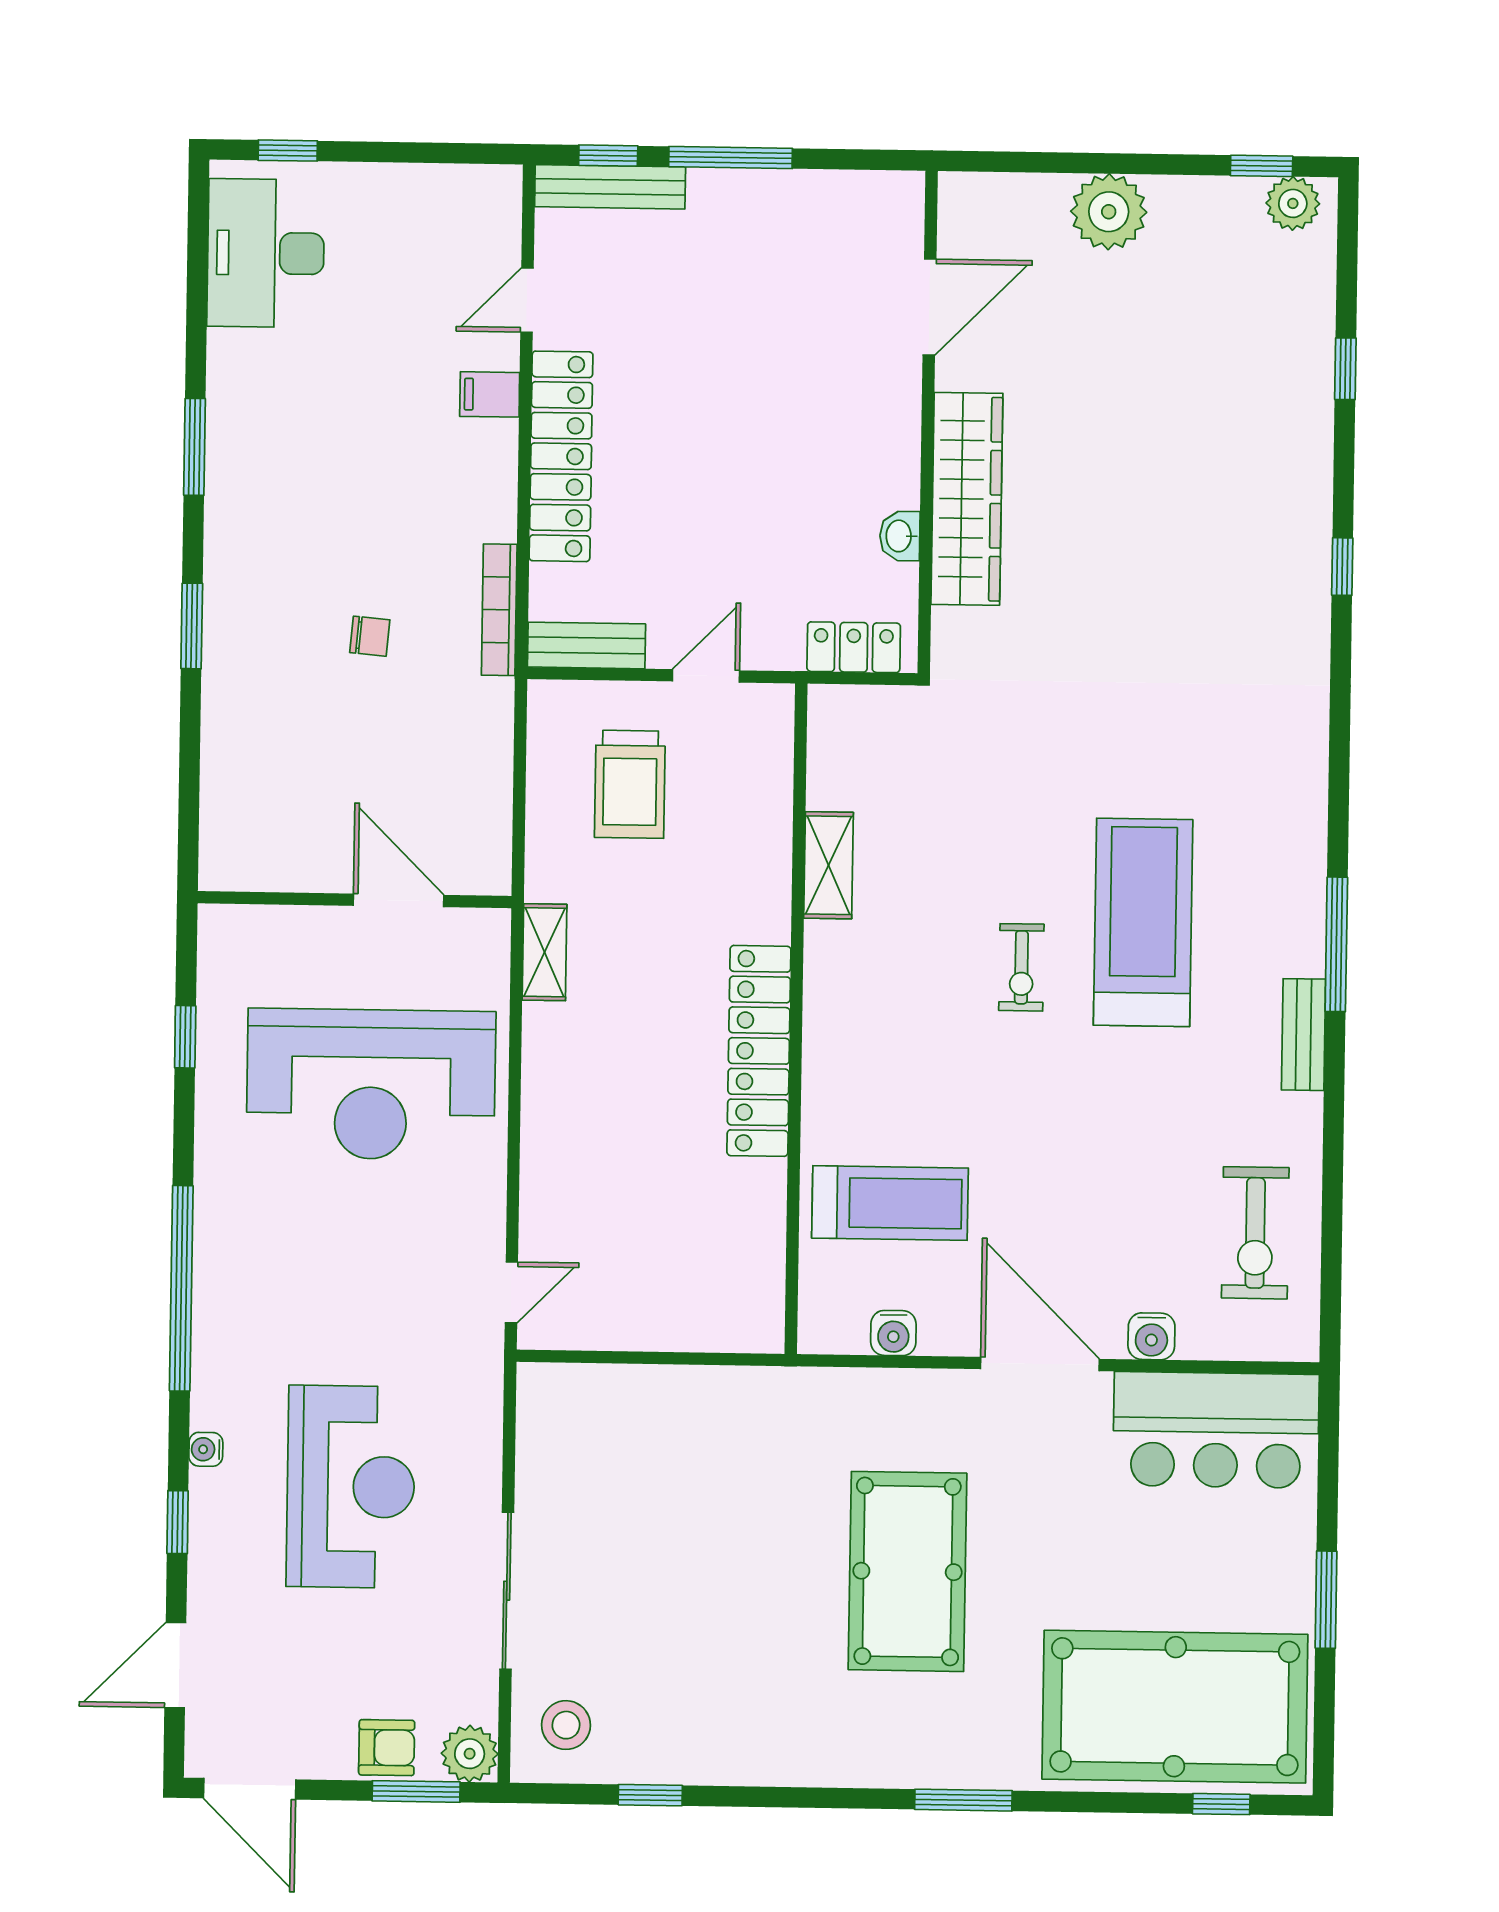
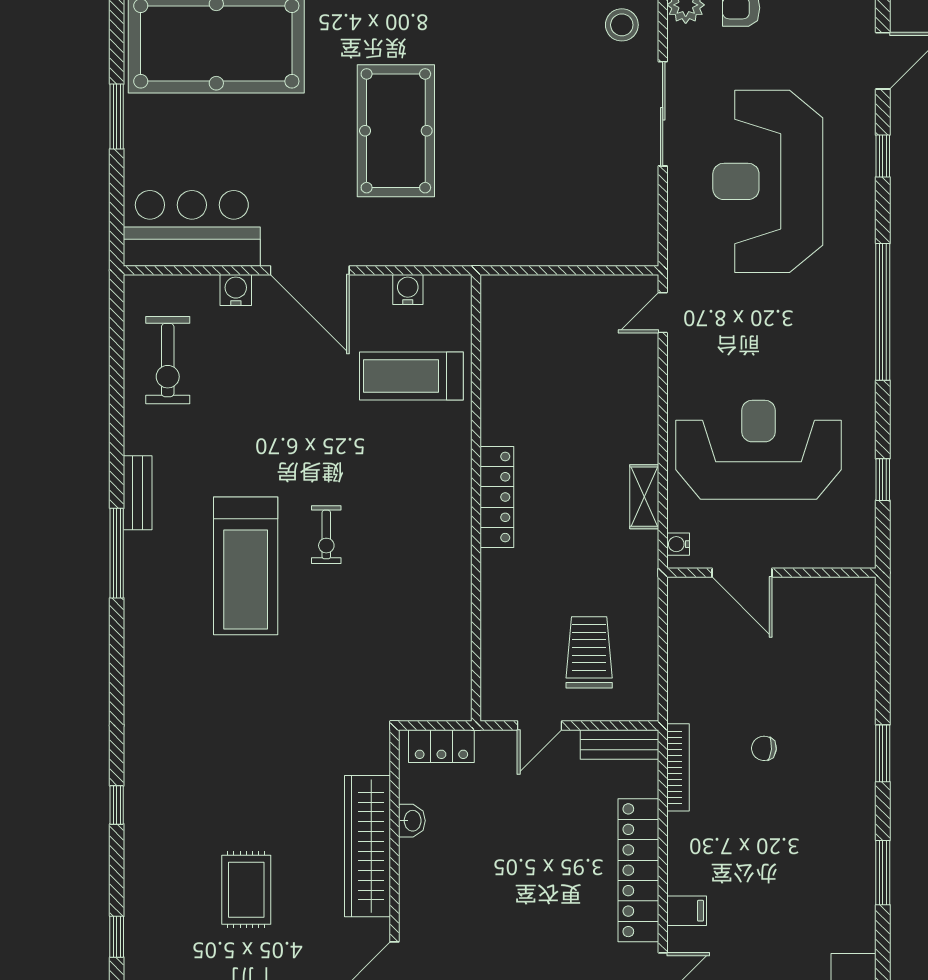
rug: (1150, 436) -> (246, 890), added
shelving: (828, 865) -> (456, 601), removed
shelving: (545, 952) -> (644, 497), moved
exercise bike: (1021, 967) -> (326, 535), turned 180
locker: (759, 1051) -> (497, 497), width x0.71, depth x0.83
exercise bike: (1255, 1233) -> (168, 360), turned 180
water cooler: (206, 1449) -> (678, 544), moved, turned 180
reception desk: (351, 1487) -> (768, 181), width x1.36, depth x1.30

